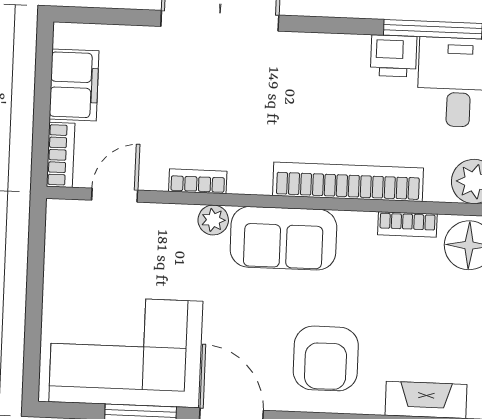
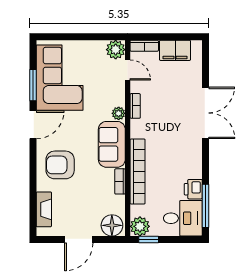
plant: (67, 221) -> (116, 50), added
bookcase: (407, 224) -> (120, 181), moved

